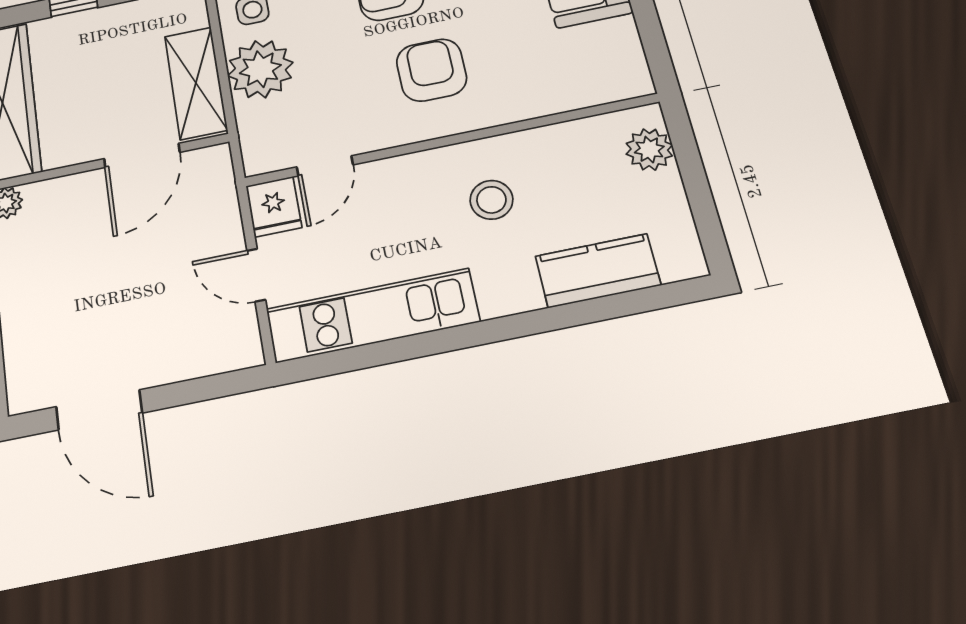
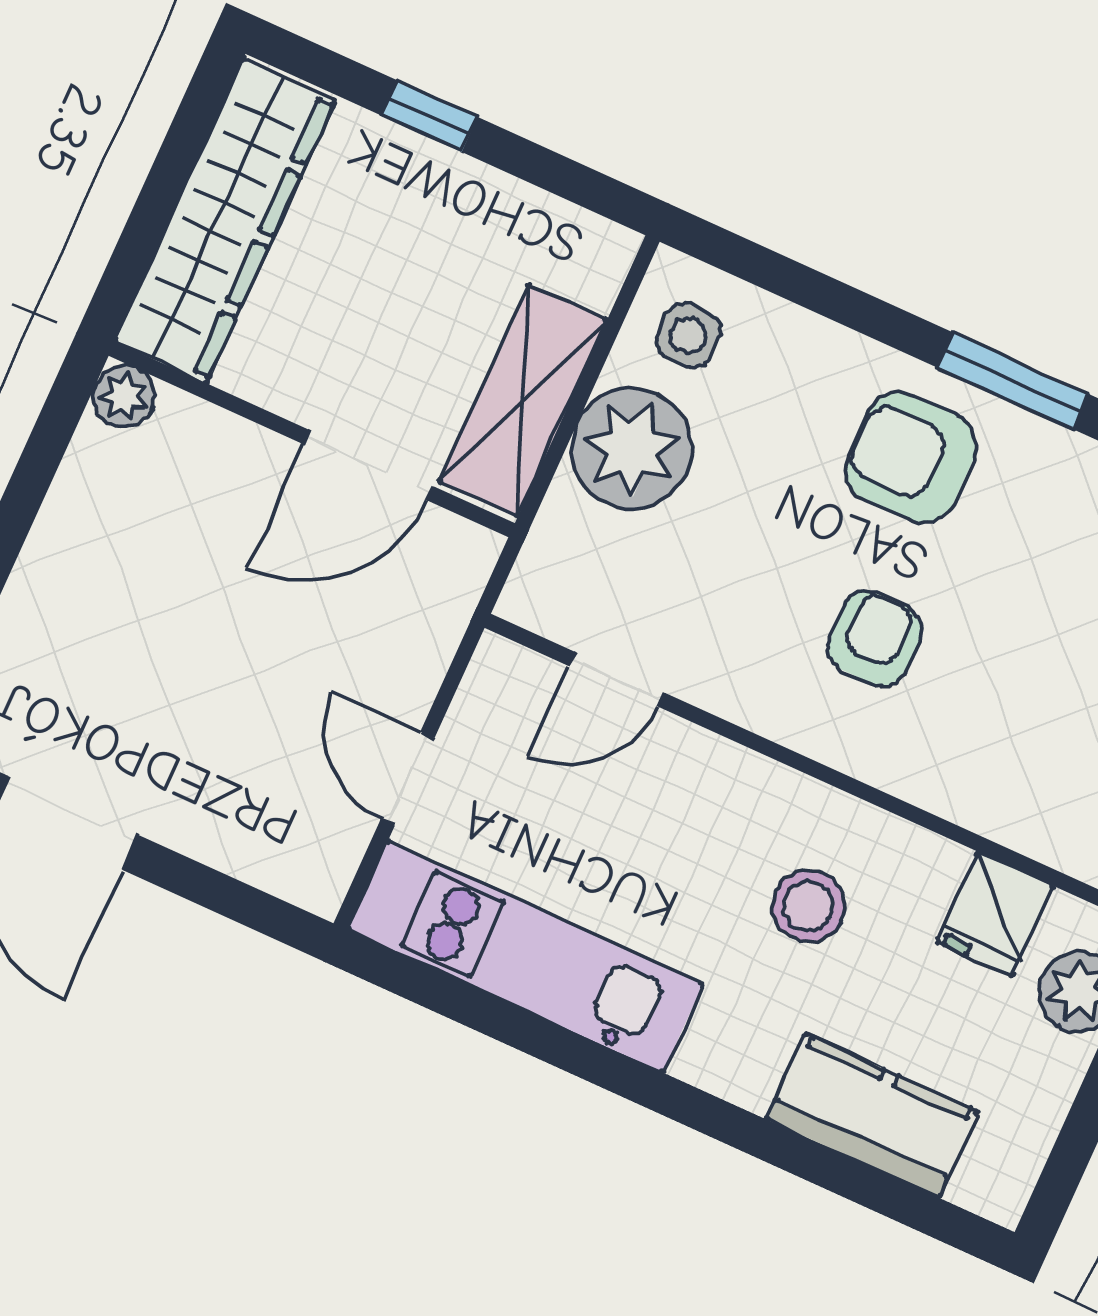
armchair: (432, 70) -> (875, 639), width x0.72, depth x0.72
fridge: (274, 207) -> (995, 914), moved

